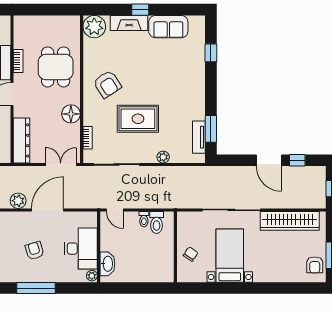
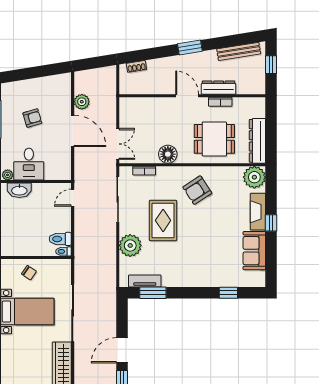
dresser: (21, 140) -> (257, 141), moved, turned 90
plant: (163, 157) -> (130, 245), width x1.88, depth x1.88
toilet: (144, 219) -> (64, 251), moved
desk: (81, 249) -> (29, 164), width x0.73

